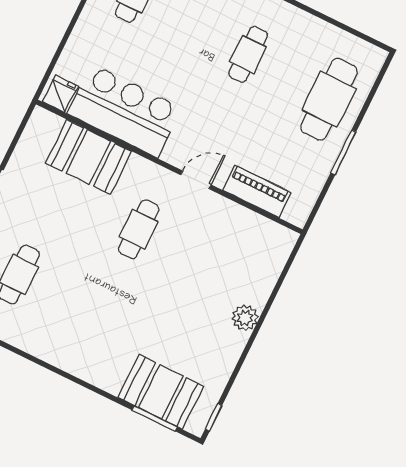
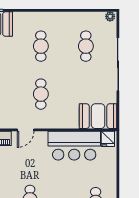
booth: (88, 157) -> (98, 116), moved
cafe table: (98, 313) -> (41, 46), added

